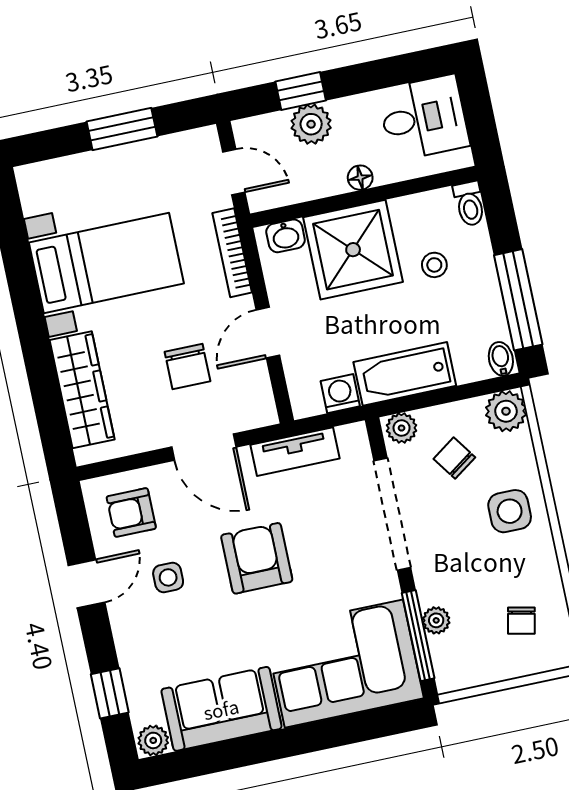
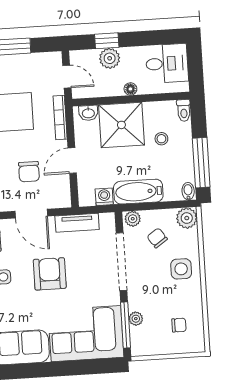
chair: (521, 621) -> (179, 325), turned -102

